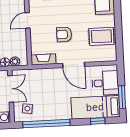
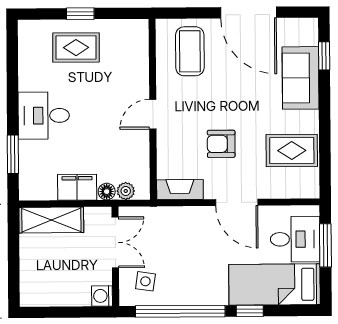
window: (122, 97) -> (325, 245), moved
window: (98, 121) -> (250, 311), moved

